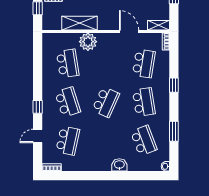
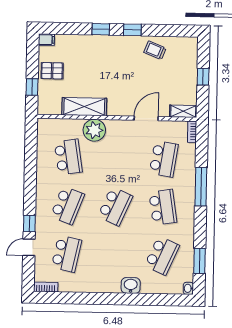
door: (129, 31) -> (146, 118), hinge flipped
window: (174, 85) -> (201, 187), width x2.17
school desk: (68, 102) -> (67, 205), turned 39
window: (38, 107) -> (29, 224), moved
window: (174, 131) -> (200, 261), moved
school desk: (144, 141) -> (162, 256), turned 45

